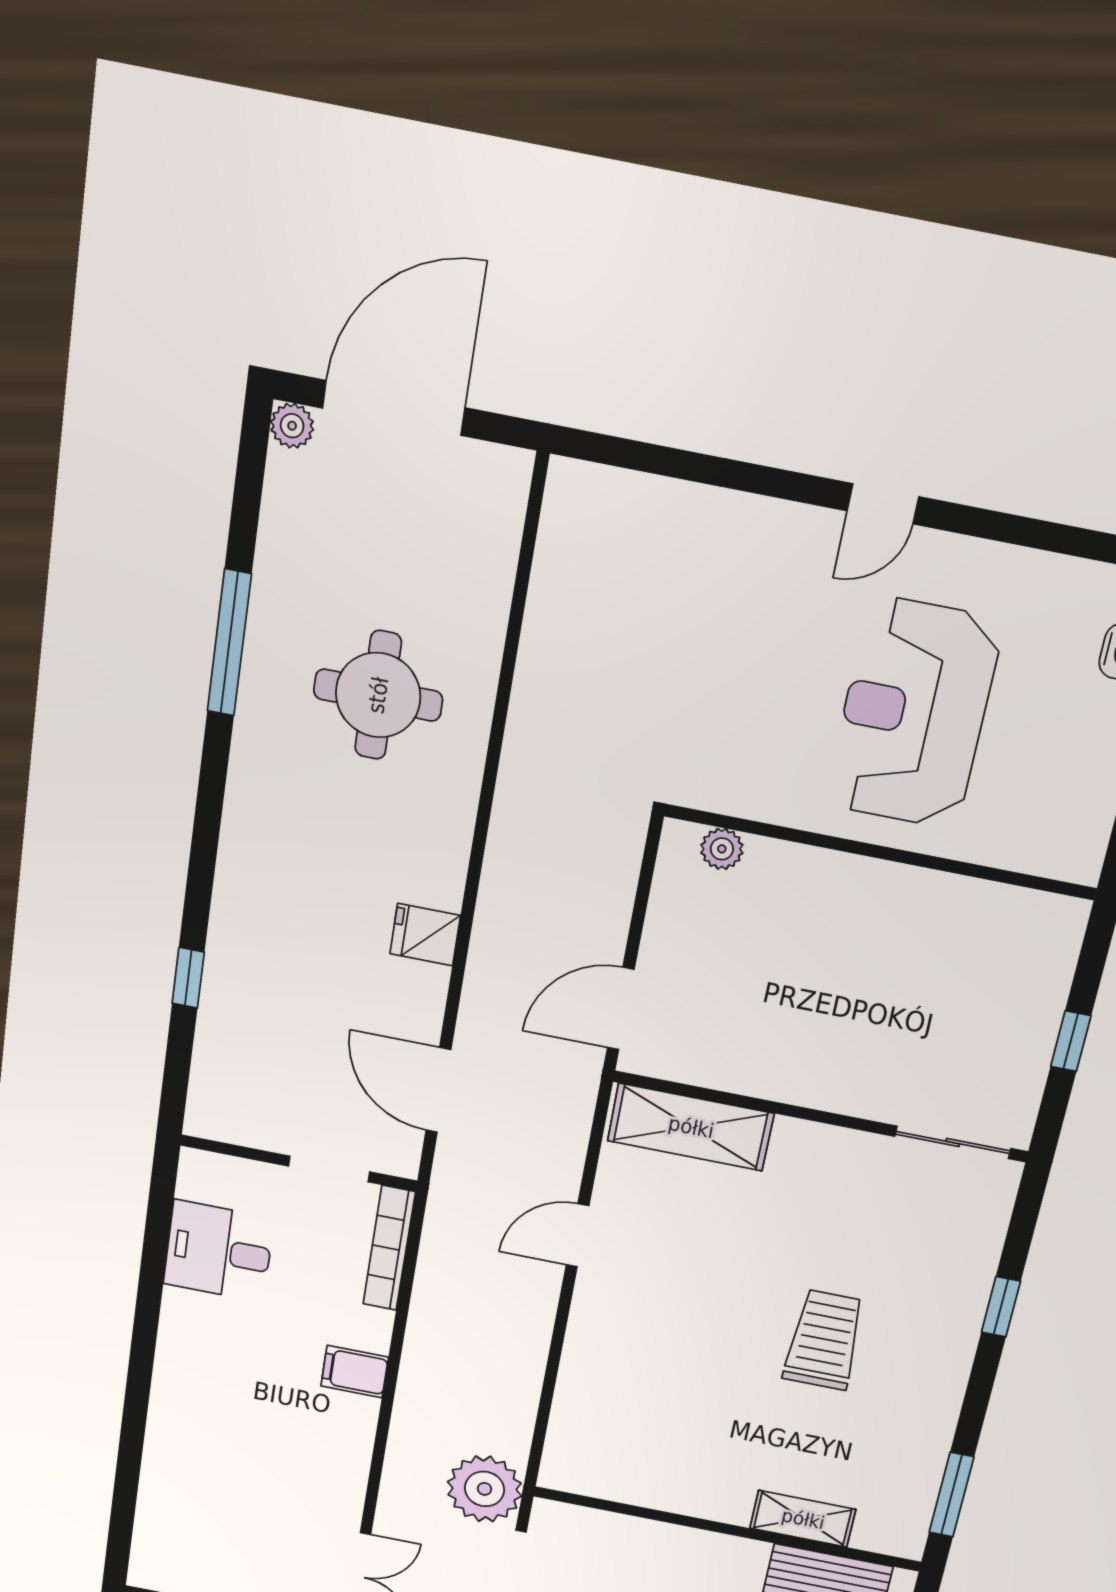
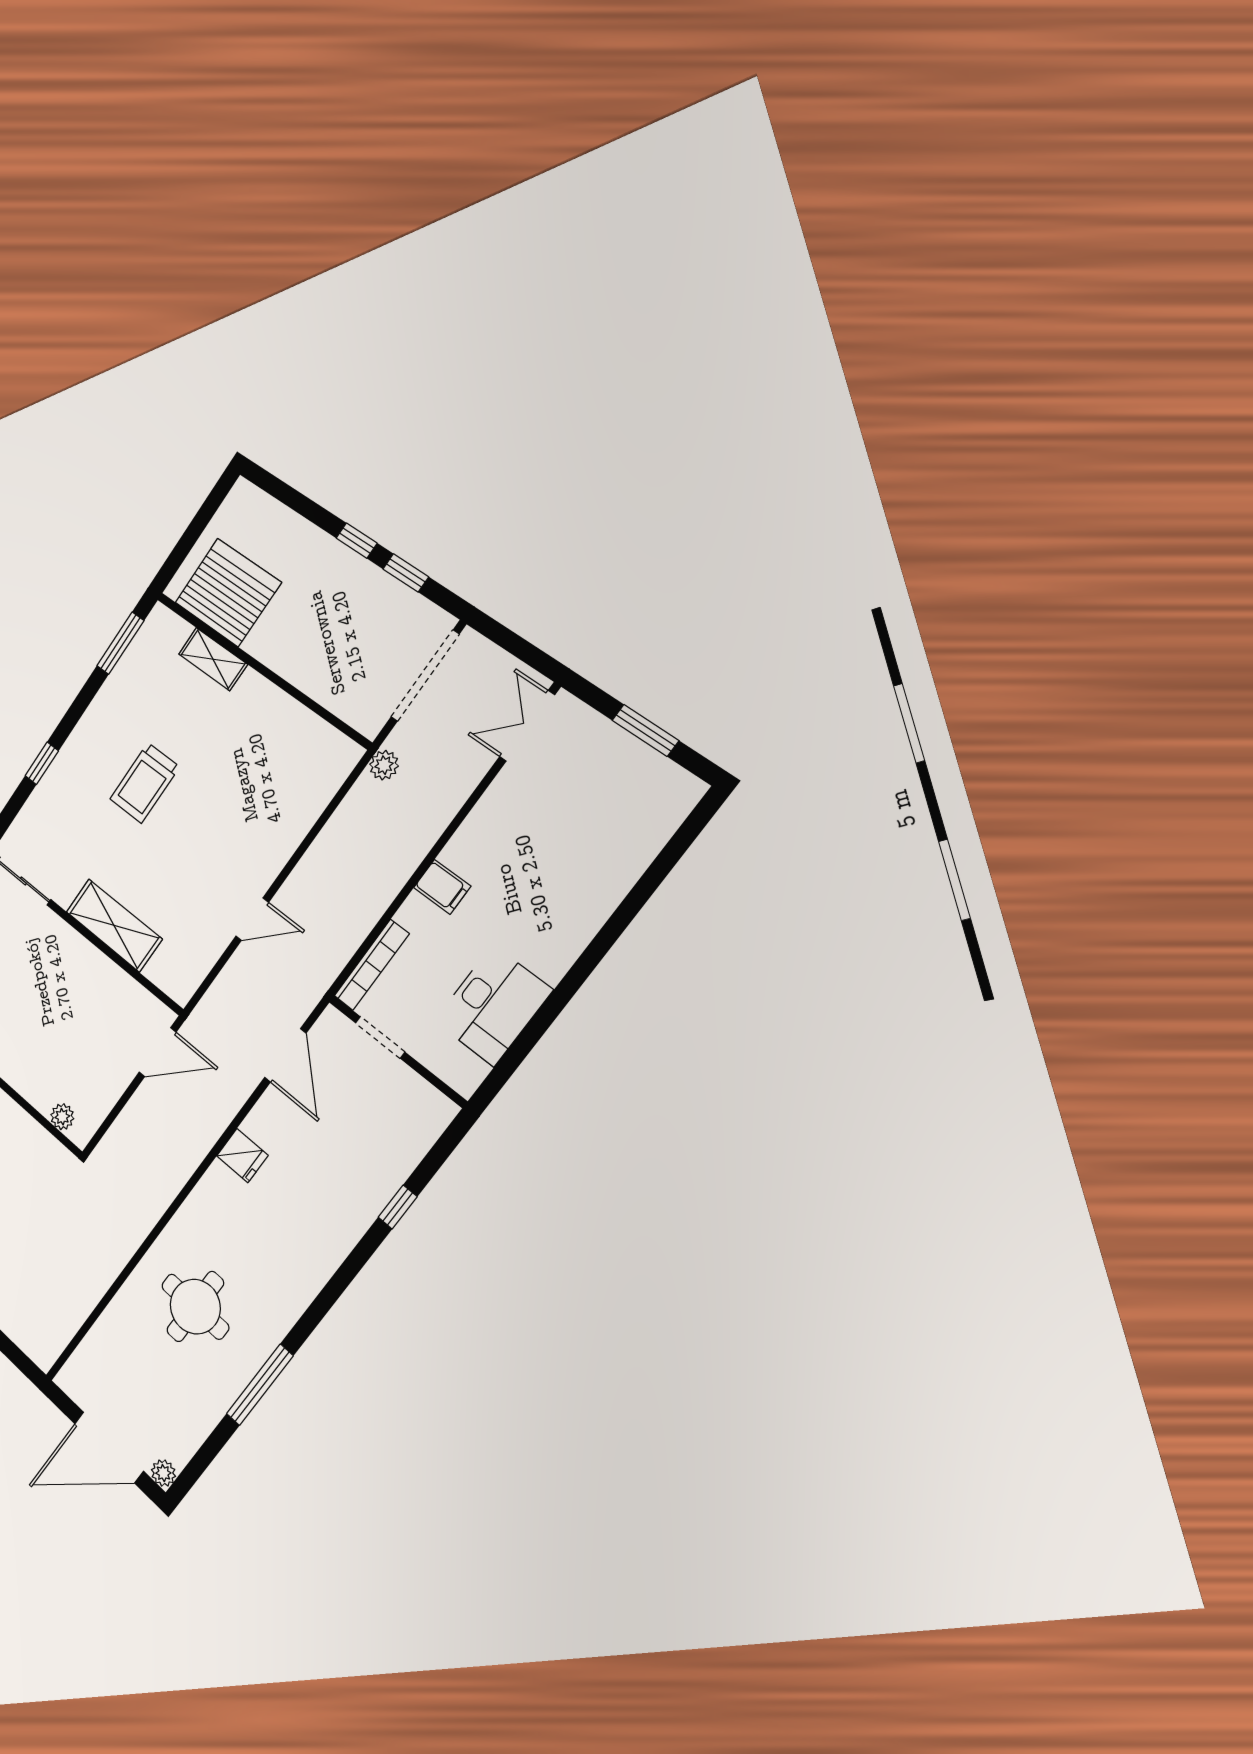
shelving: (691, 1127) -> (114, 925), moved
desk: (219, 1251) -> (493, 1006), width x1.37
plant: (485, 1489) -> (384, 765), width x0.53, depth x0.53

